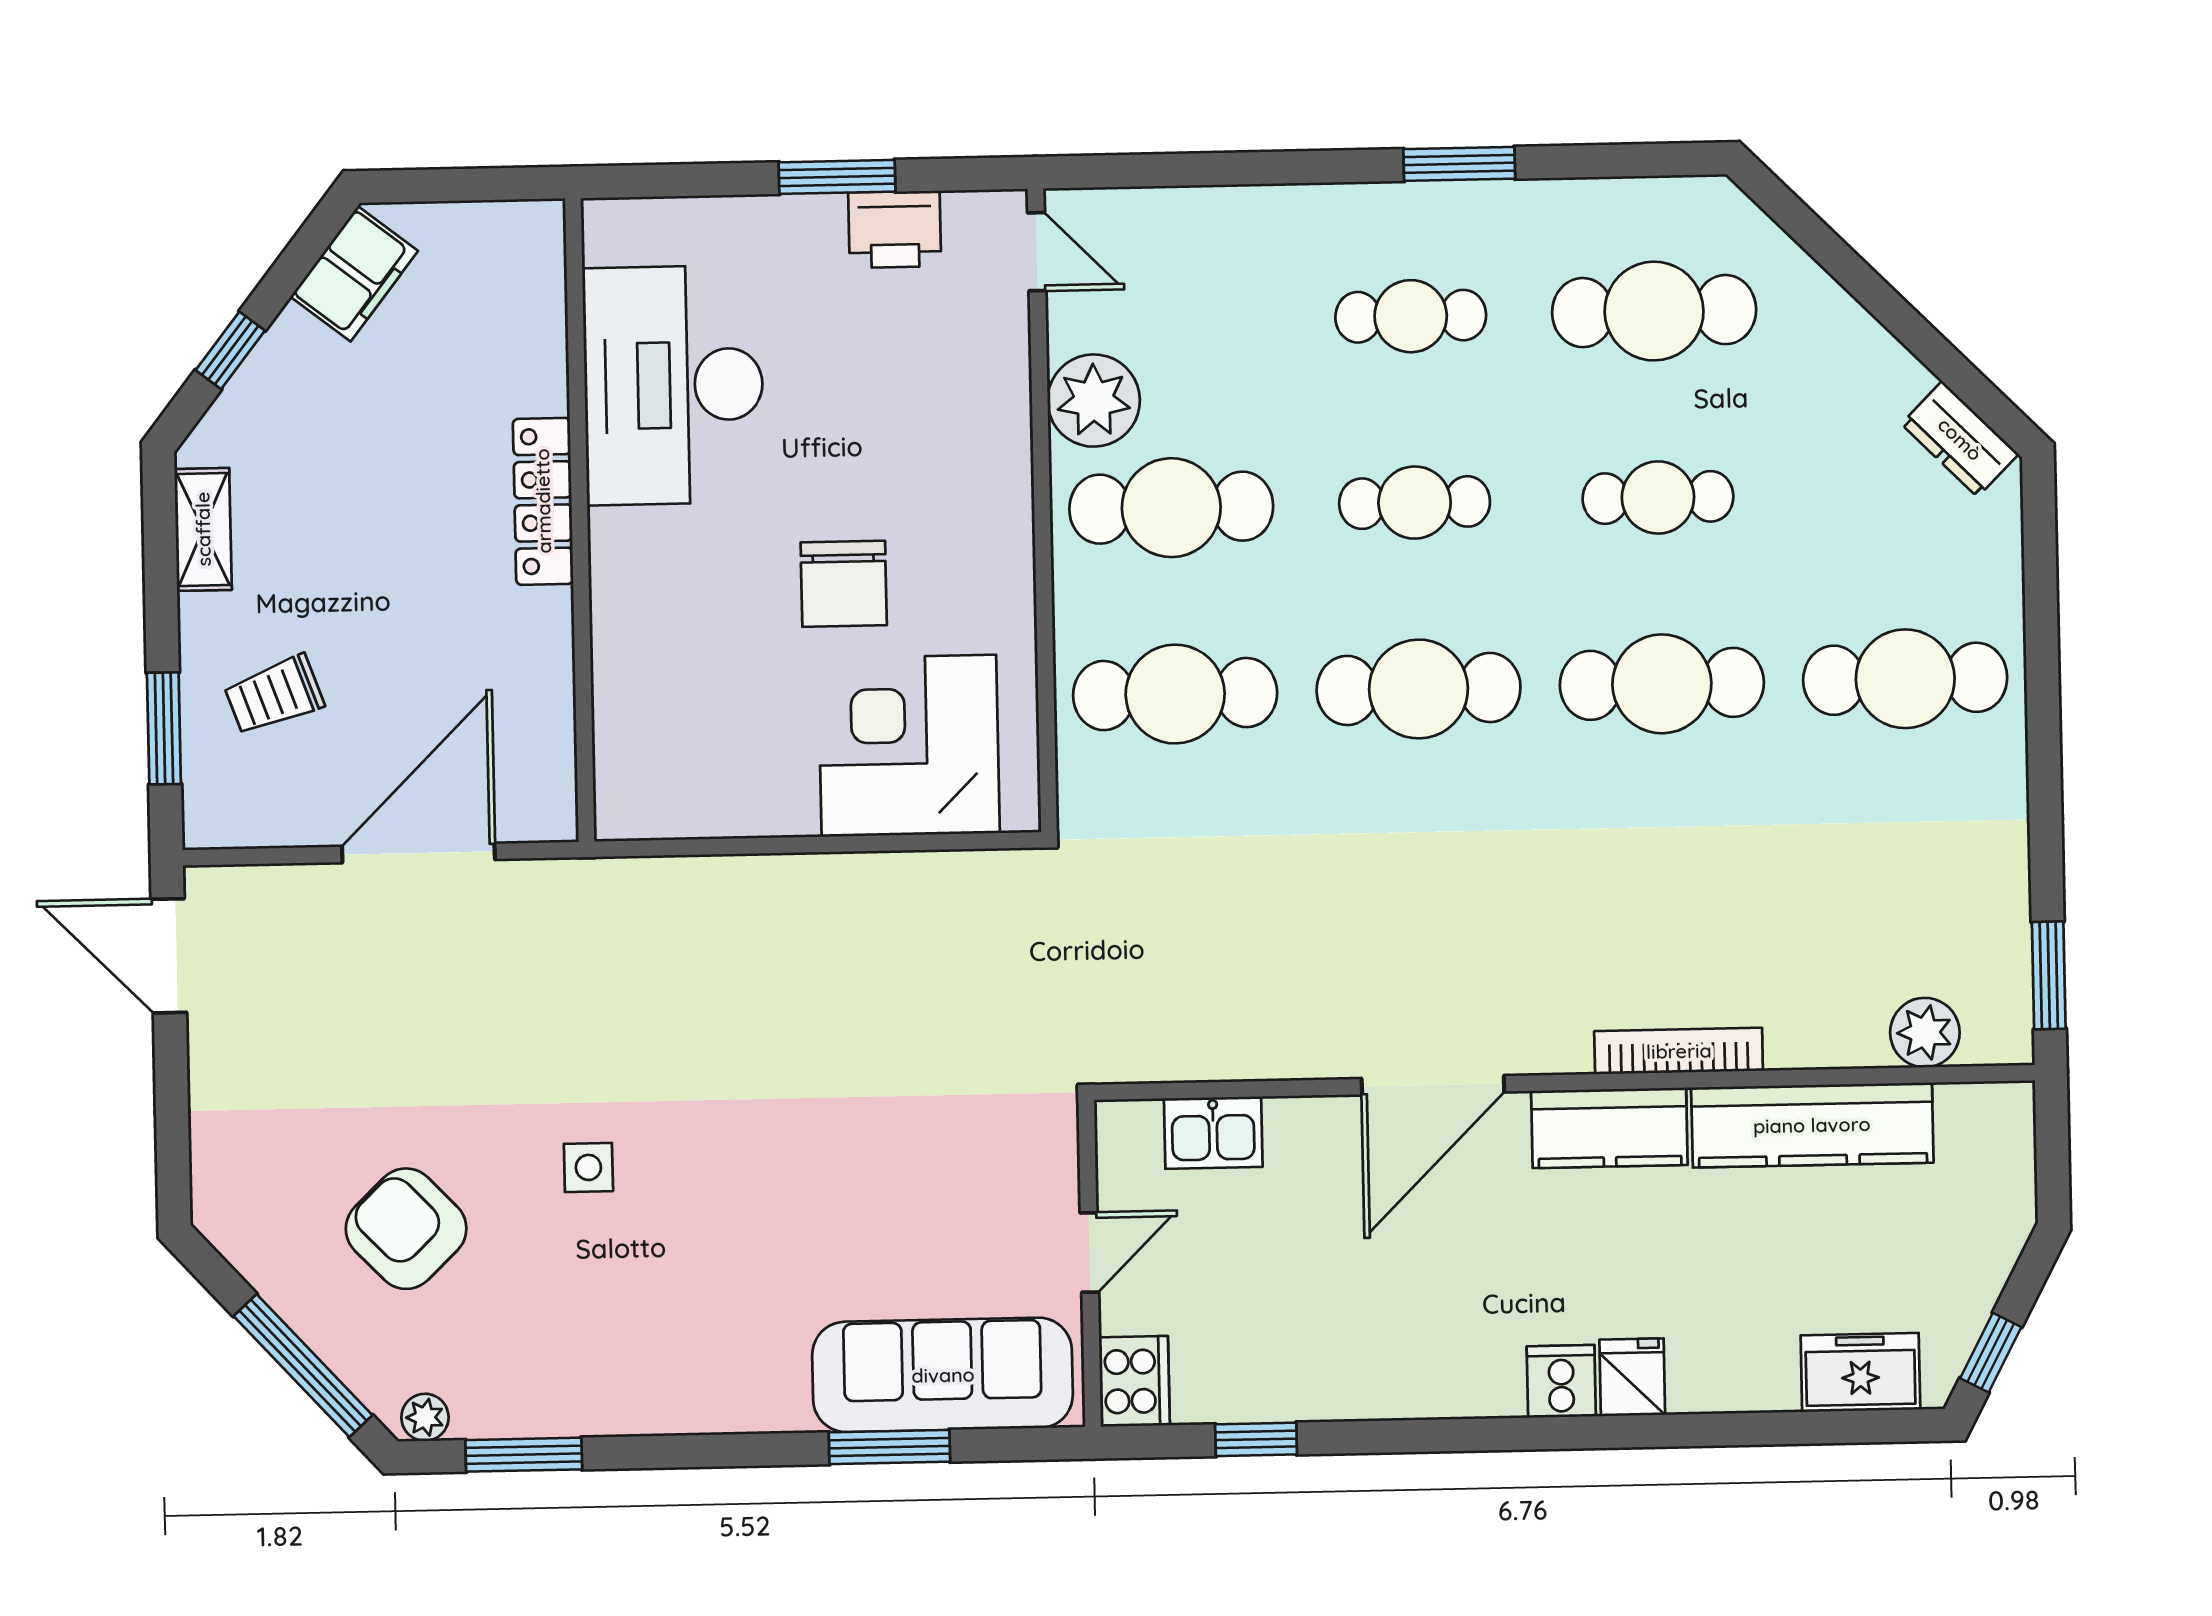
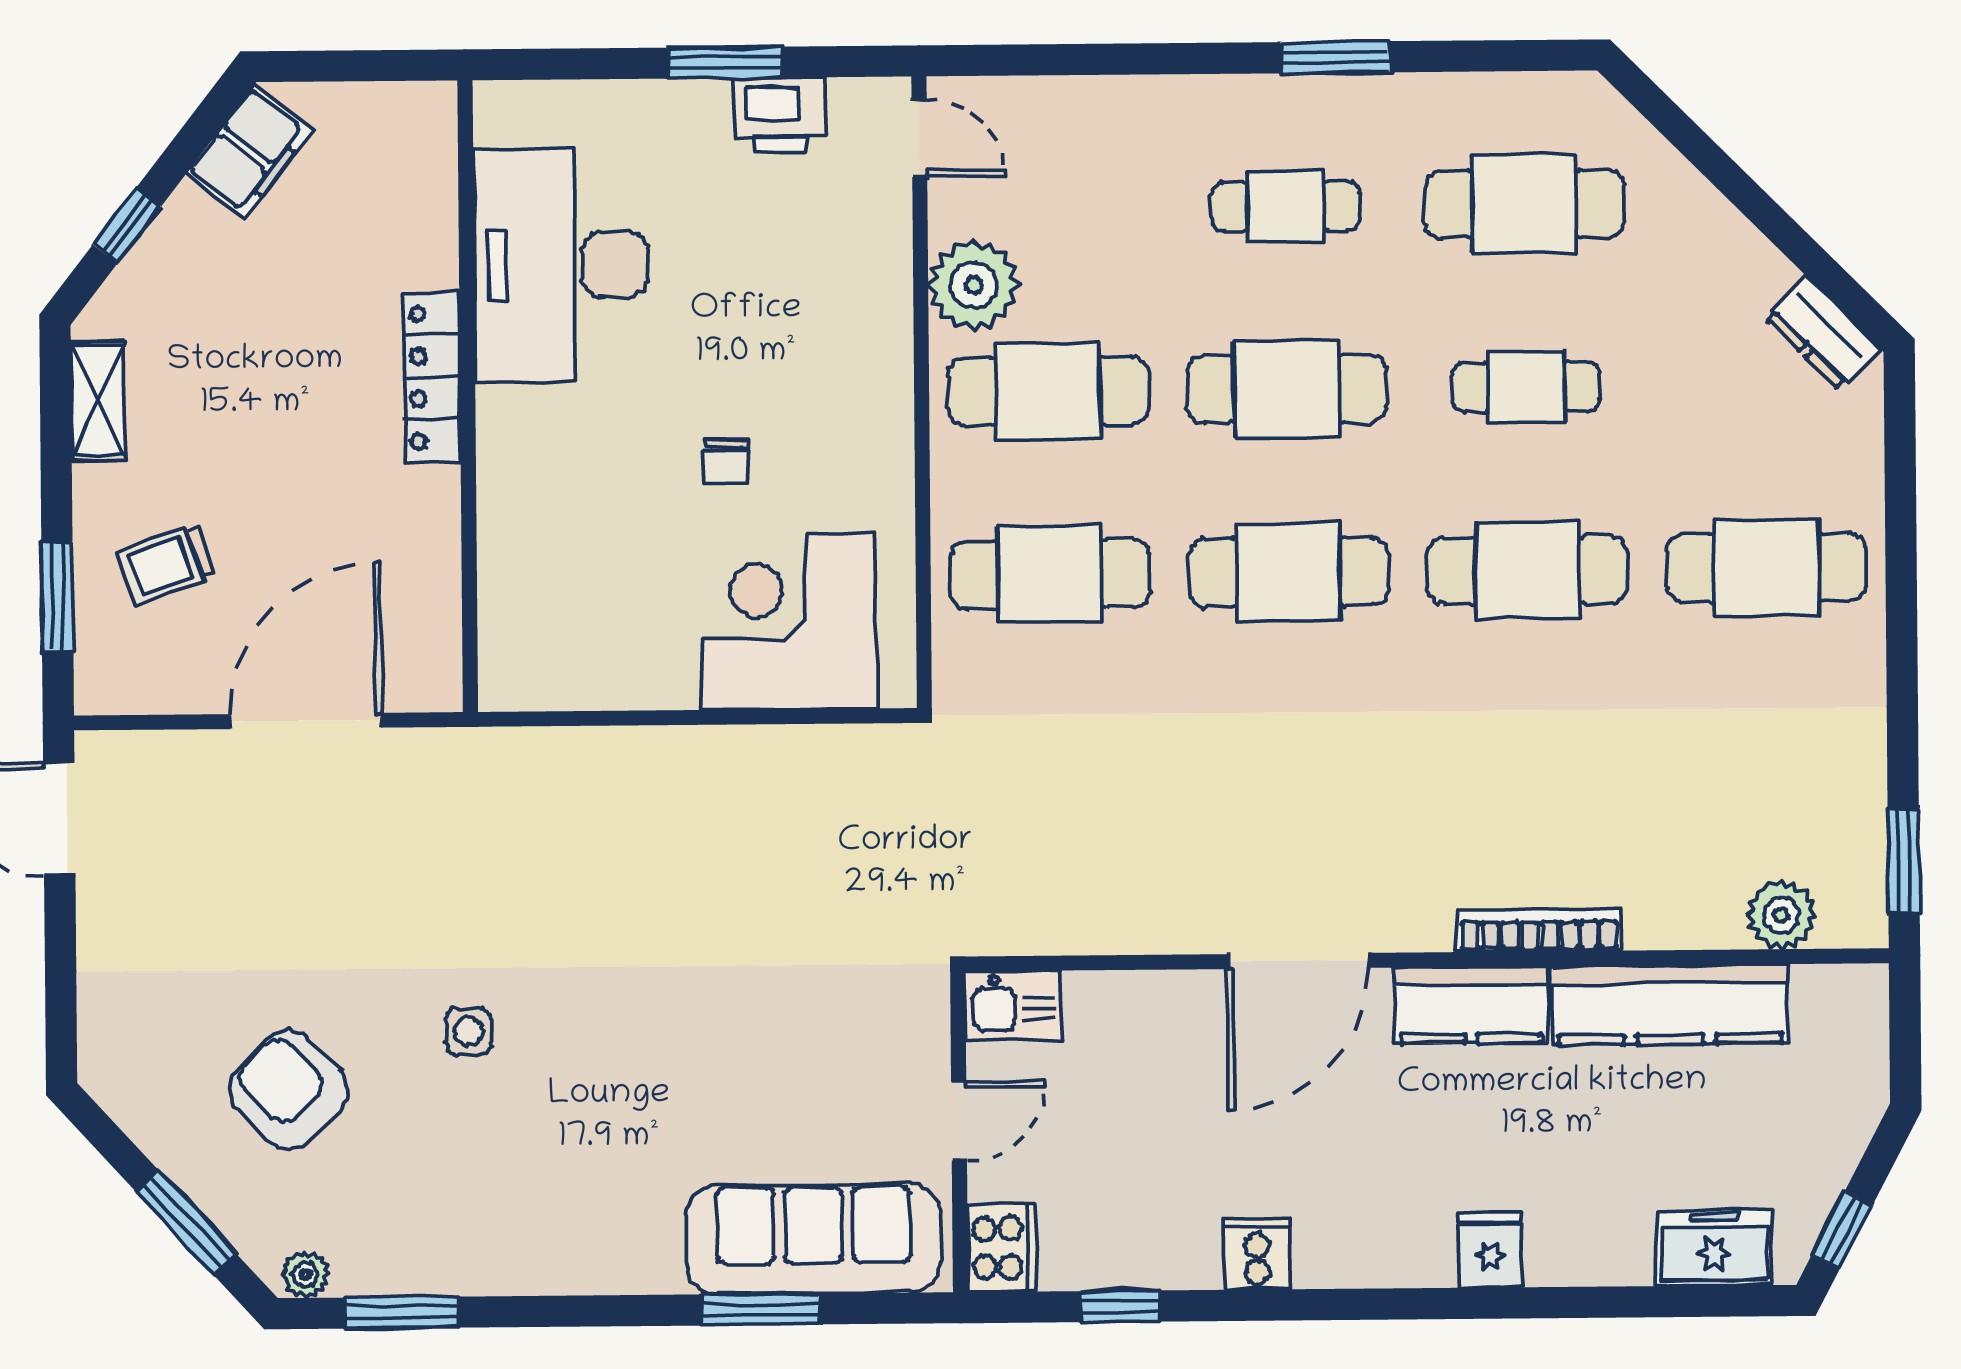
cafe table: (1415, 503) -> (1287, 389), width x1.37, depth x1.35
chair: (844, 584) -> (726, 462), width x0.54, depth x0.54
kitchen sink: (1213, 1133) -> (1013, 1005), moved
window: (303, 1366) -> (186, 1223), width x0.69
cooker: (1561, 1381) -> (1257, 1255), moved

